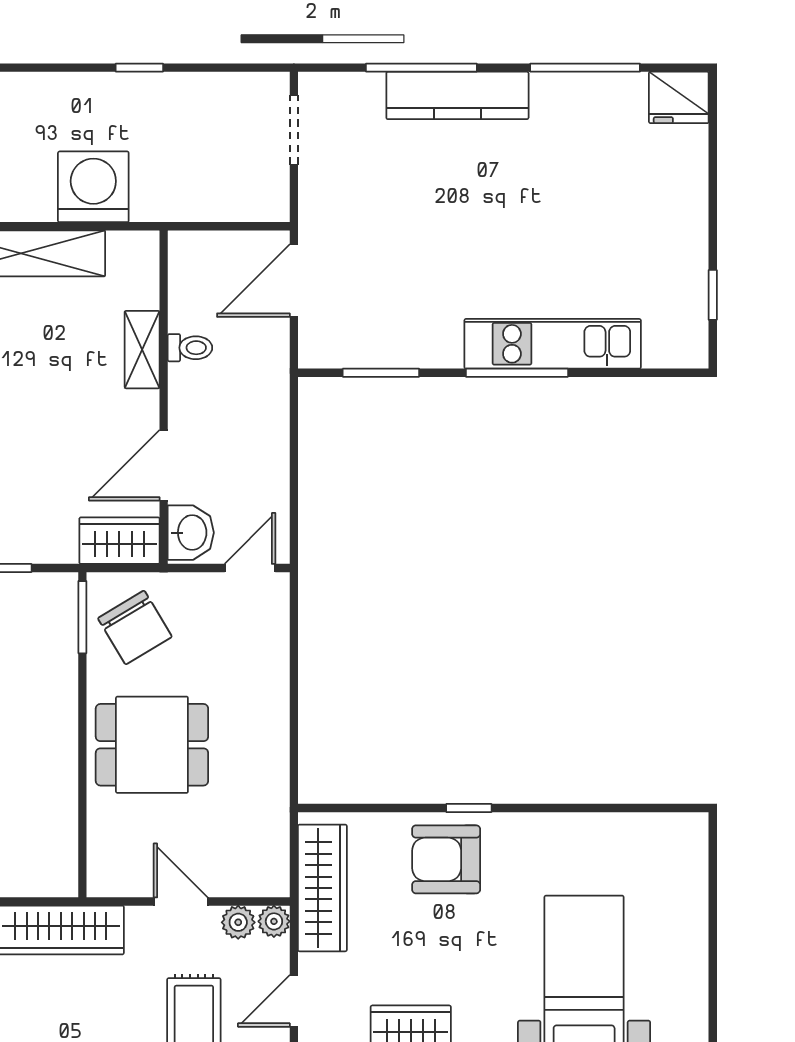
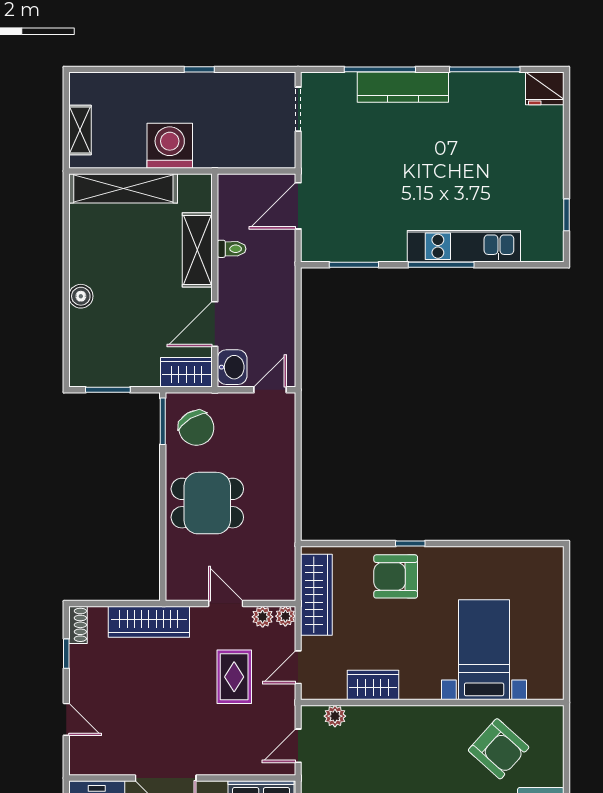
shelving: (142, 350) -> (197, 250), width x1.50, depth x1.33

